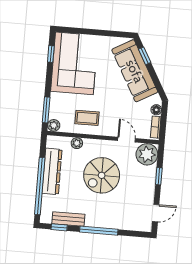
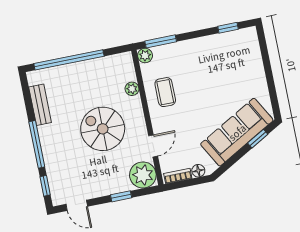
corner sofa: (74, 63) -> (225, 59), removed
dresser: (52, 171) -> (90, 69), removed
window: (59, 227) -> (45, 186), moved

